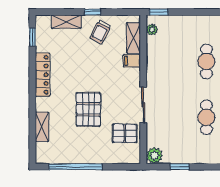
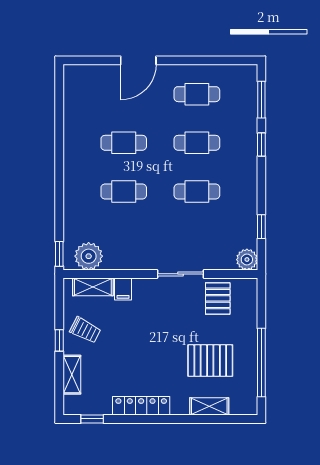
plant: (152, 30) -> (89, 256), width x1.87, depth x1.87
pallet: (88, 109) -> (210, 361), moved

